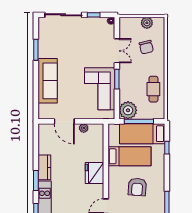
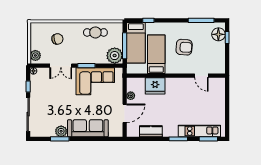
plant: (147, 23) -> (35, 55), moved
plant: (44, 51) -> (61, 131), added
double door: (117, 51) -> (61, 66), swing flipped
kitchen counter: (44, 167) -> (151, 131), moved
fridge: (95, 173) -> (155, 86), moved

